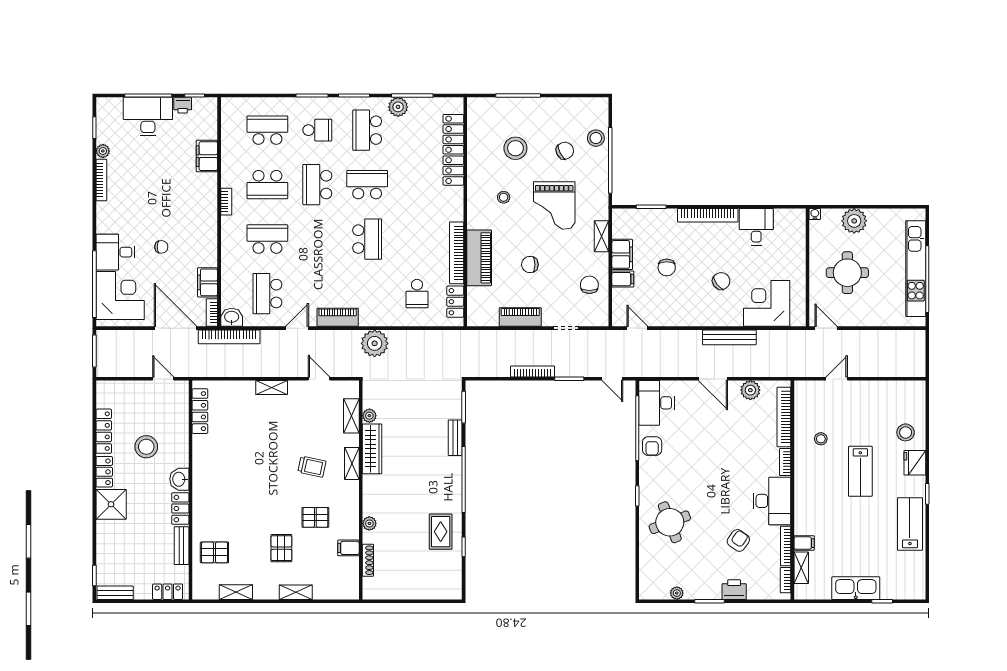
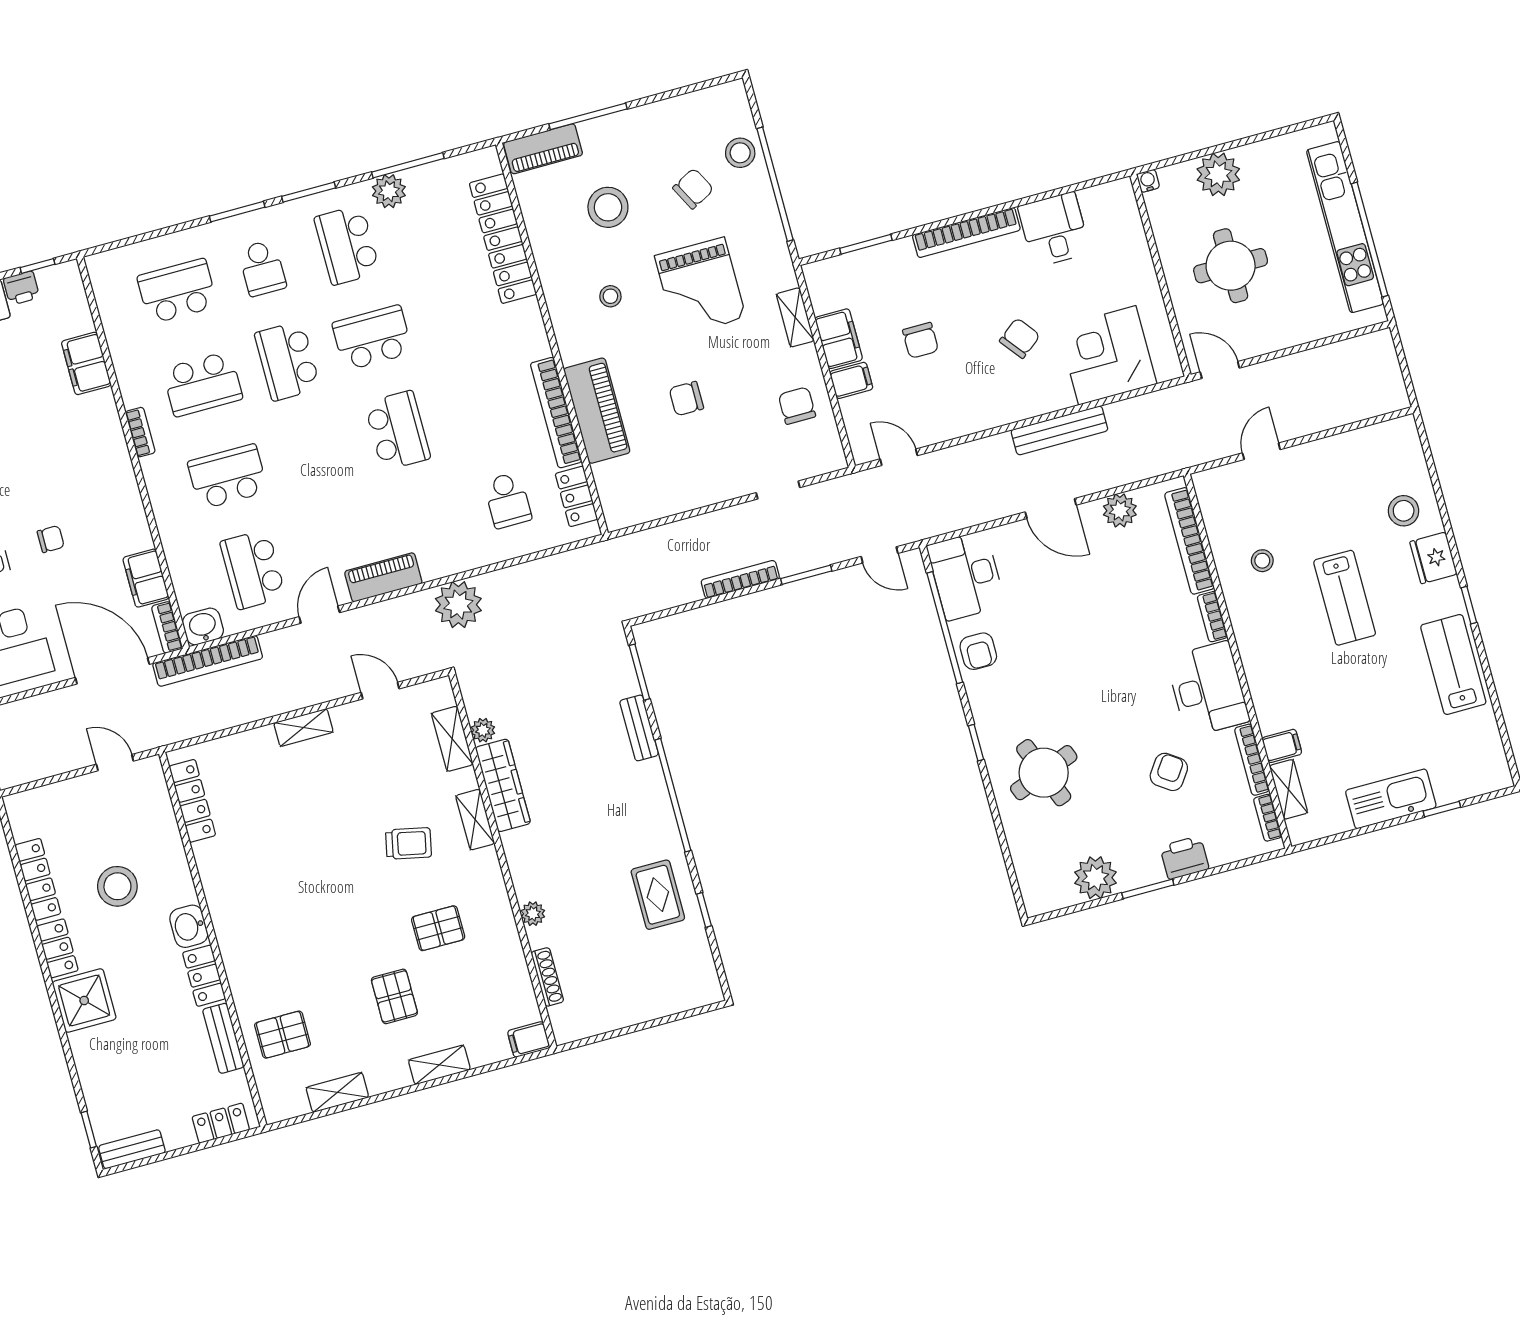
school desk: (317, 130) -> (262, 268), turned 90
piano: (520, 317) -> (543, 149), moved, turned 180
filing cabinet: (348, 548) -> (529, 1039), moved
plant: (677, 593) -> (1095, 878), width x1.88, depth x1.88

